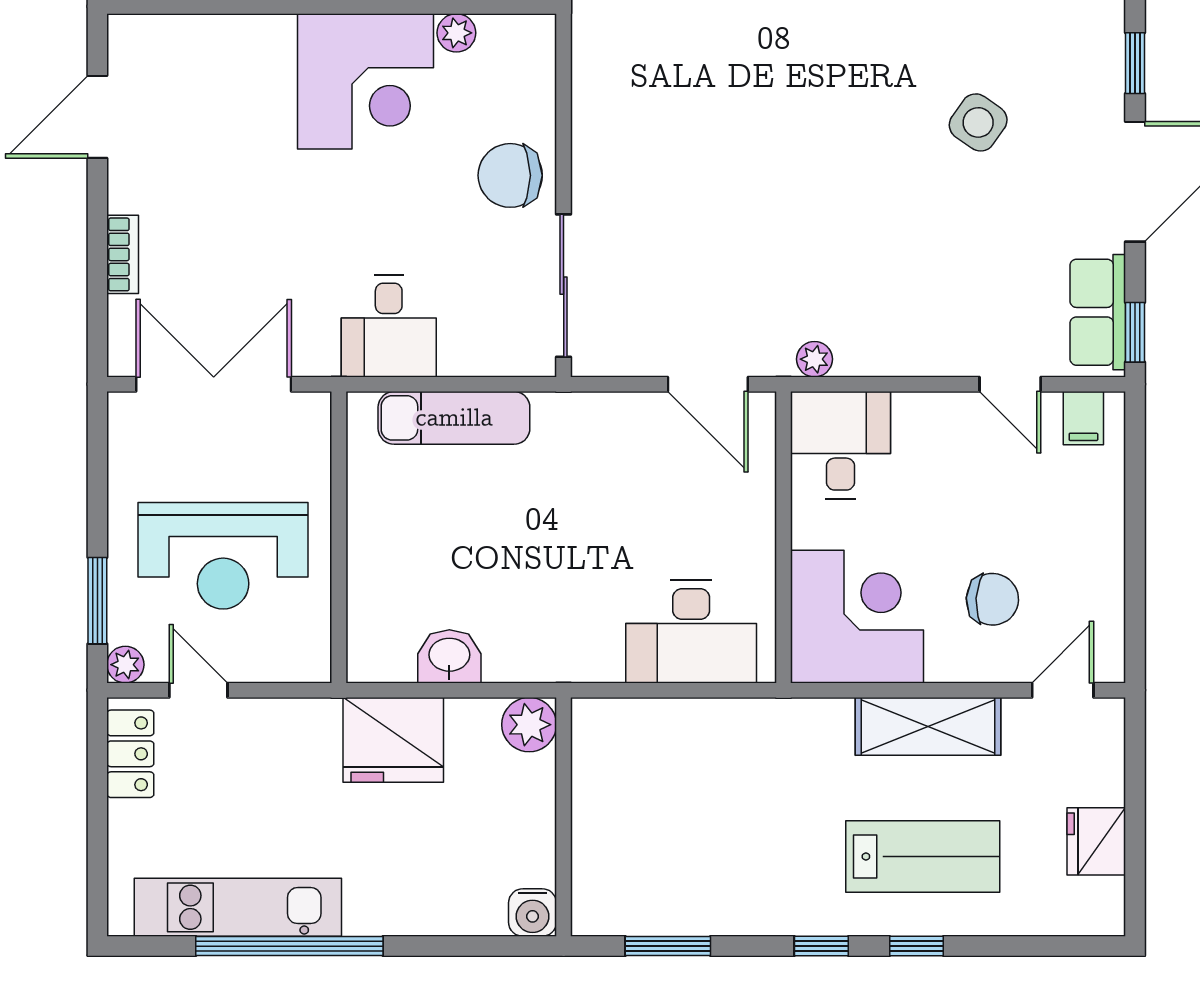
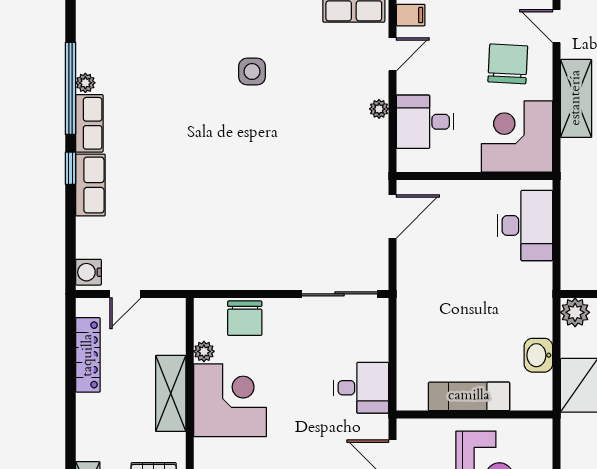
side table: (978, 122) -> (252, 72), turned -35
chair: (510, 175) -> (245, 318), moved
plant: (814, 359) -> (379, 109), moved
exam couch: (454, 418) -> (469, 396), moved, turned -90
desk: (840, 445) -> (425, 122), moved
chair: (992, 599) -> (508, 64), width x1.37, depth x1.37

